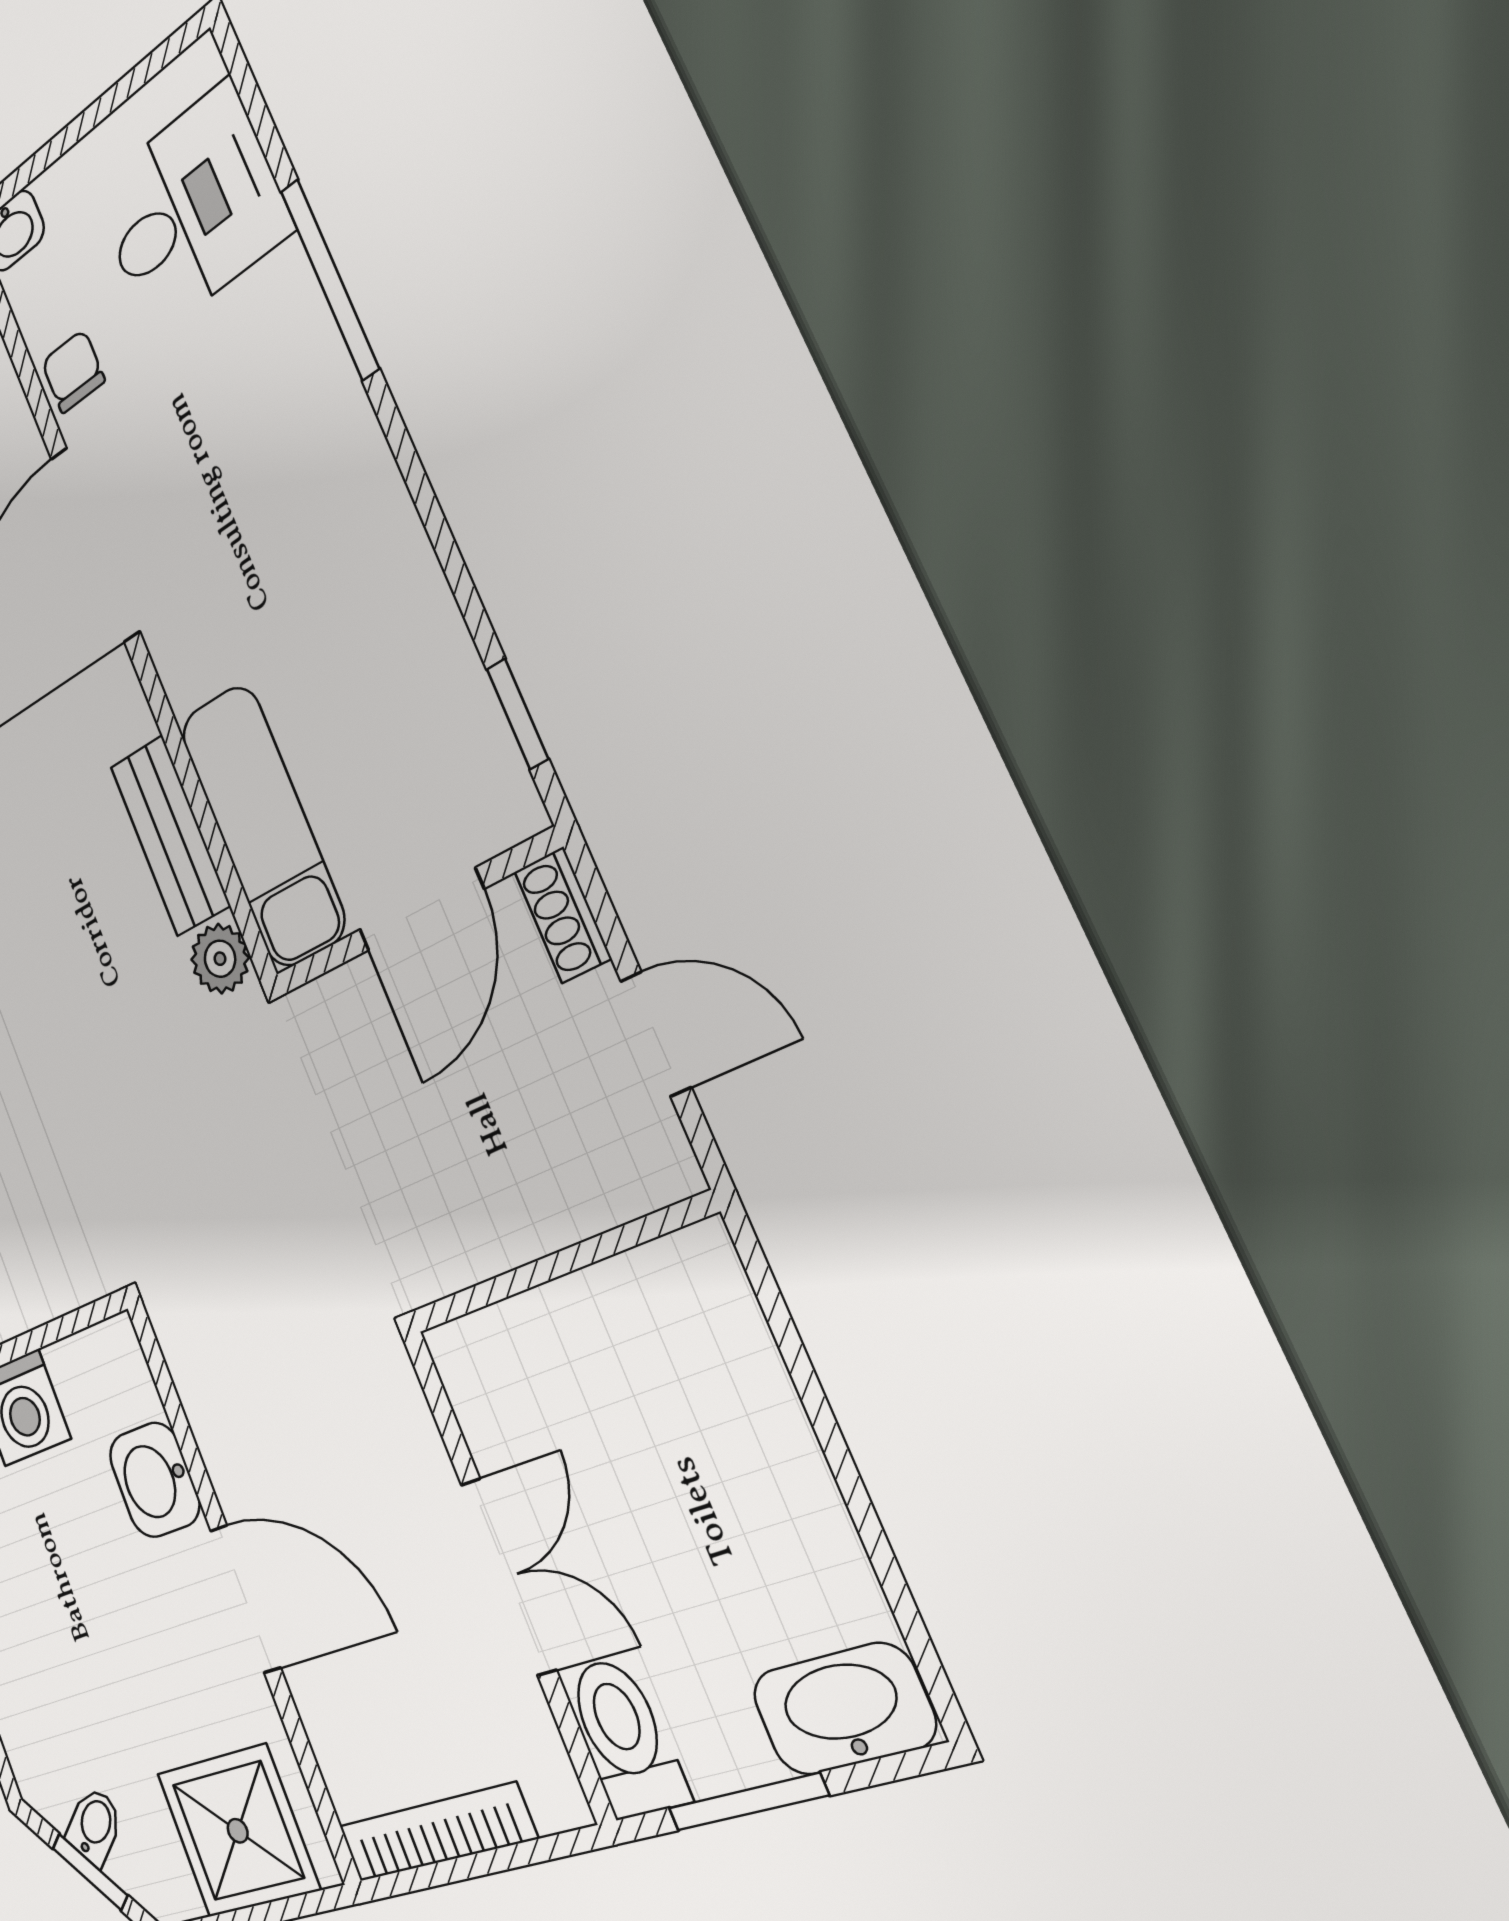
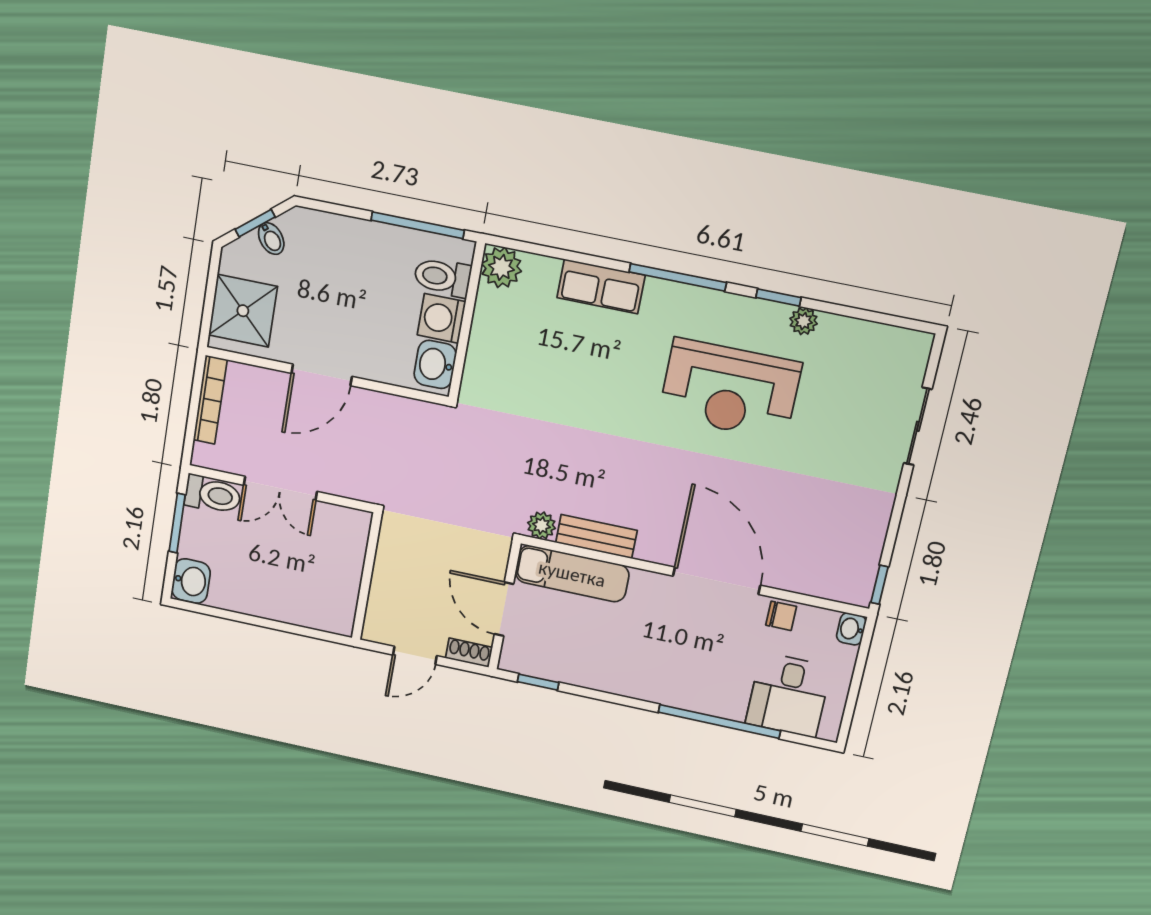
window: (330, 279) -> (719, 721), width x1.46
washbasin: (154, 1480) -> (435, 364), moved, turned -90
washbasin: (843, 1709) -> (191, 581), width x0.72

